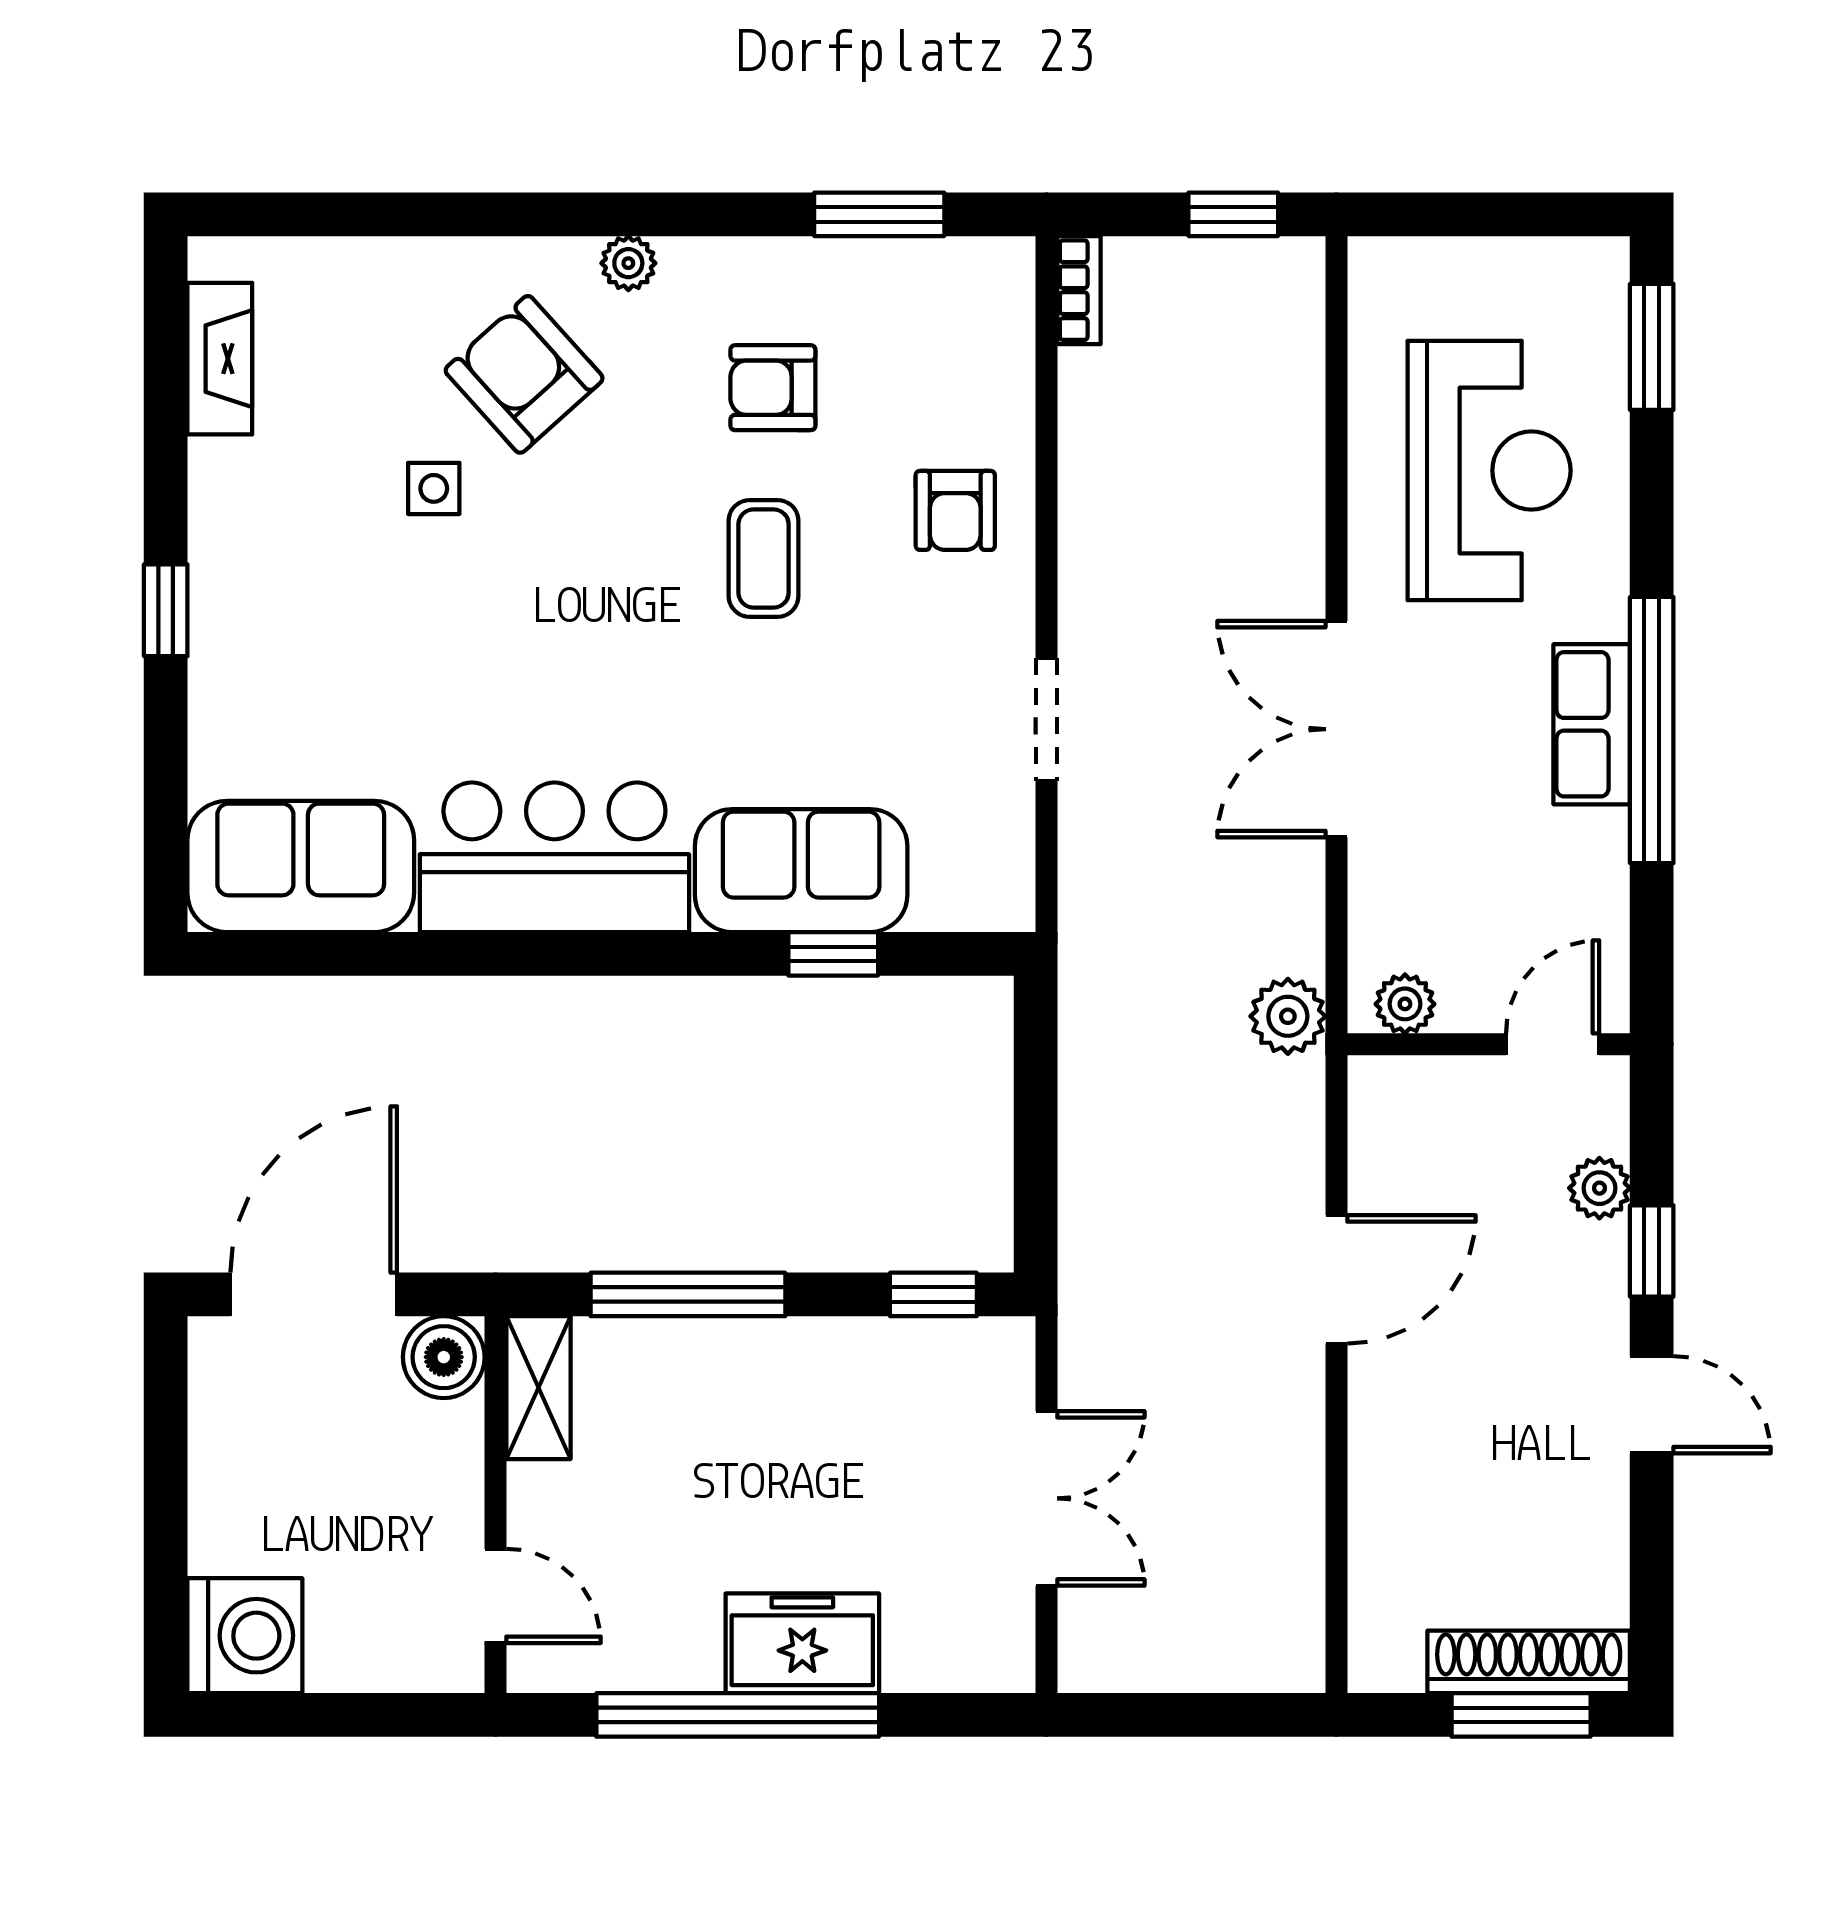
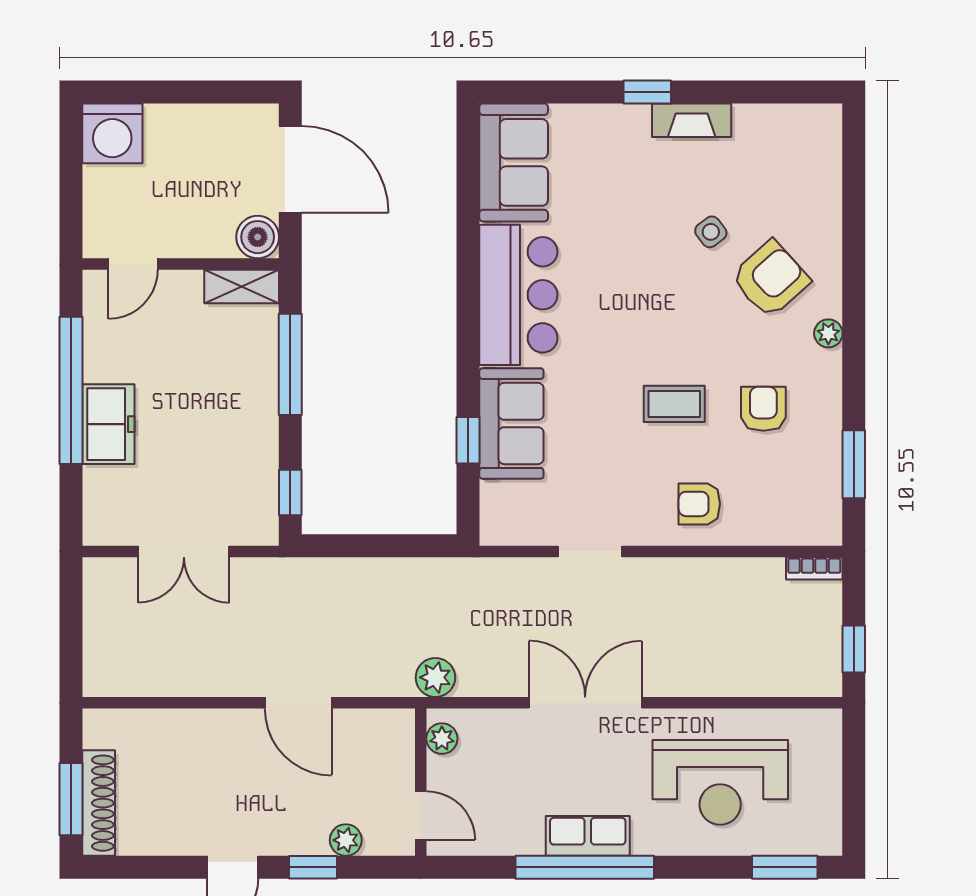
fireplace: (220, 359) -> (692, 120), moved
side table: (434, 488) -> (711, 232), turned -37

